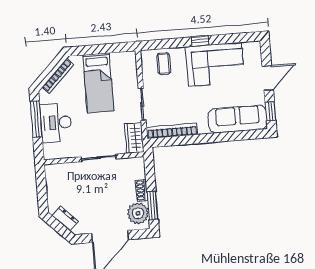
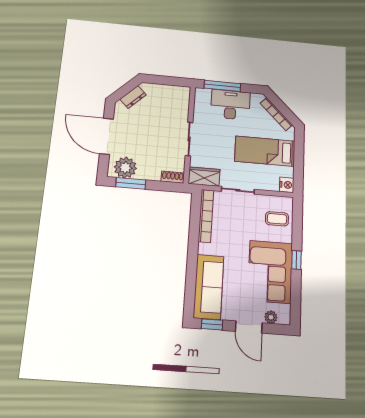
nightstand: (129, 58) -> (287, 185), added
plant: (256, 59) -> (271, 317), added
window: (36, 119) -> (222, 86), moved
shoe rack: (142, 190) -> (173, 177), moved

